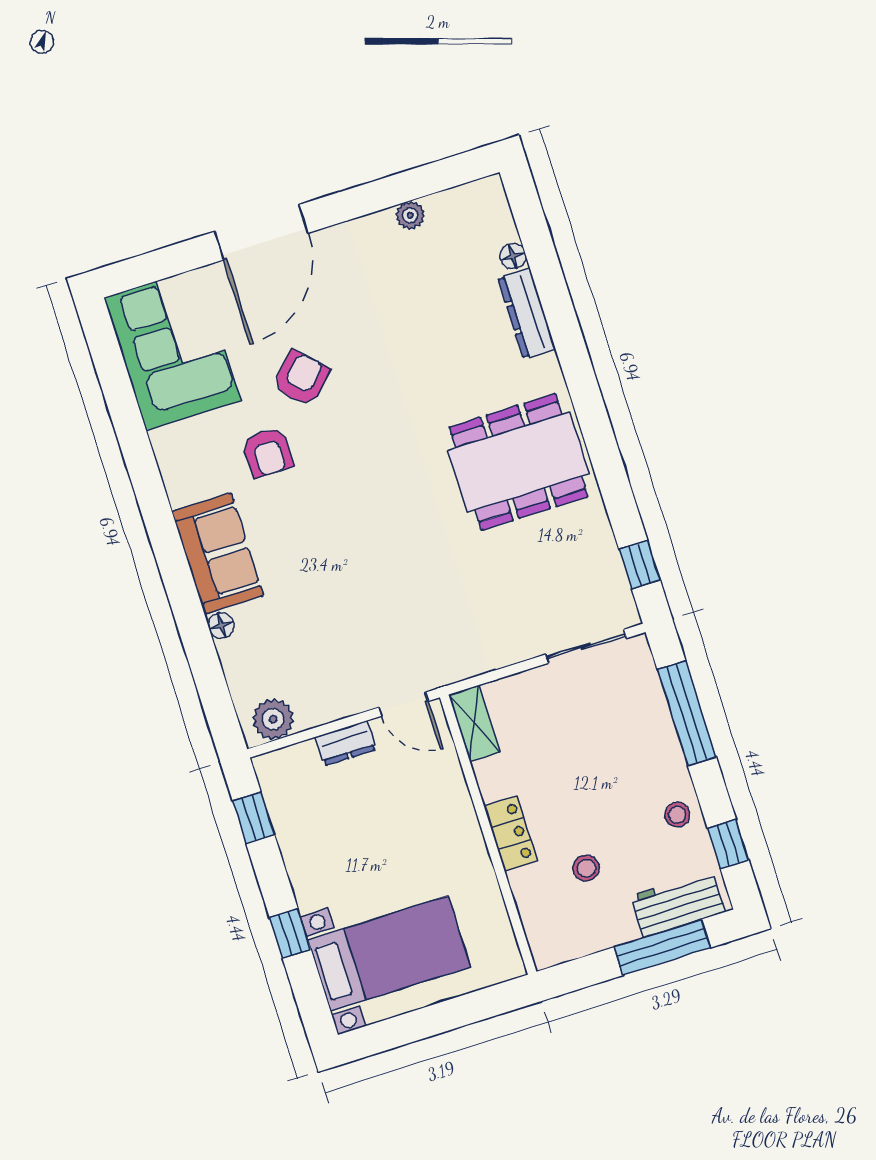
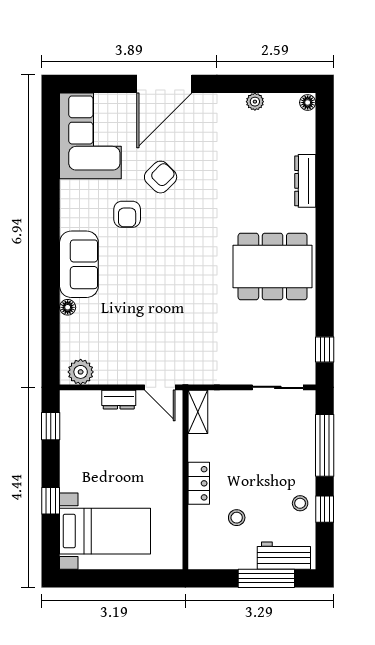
floor lamp: (513, 256) -> (308, 103), moved
window: (728, 844) -> (325, 509), moved

